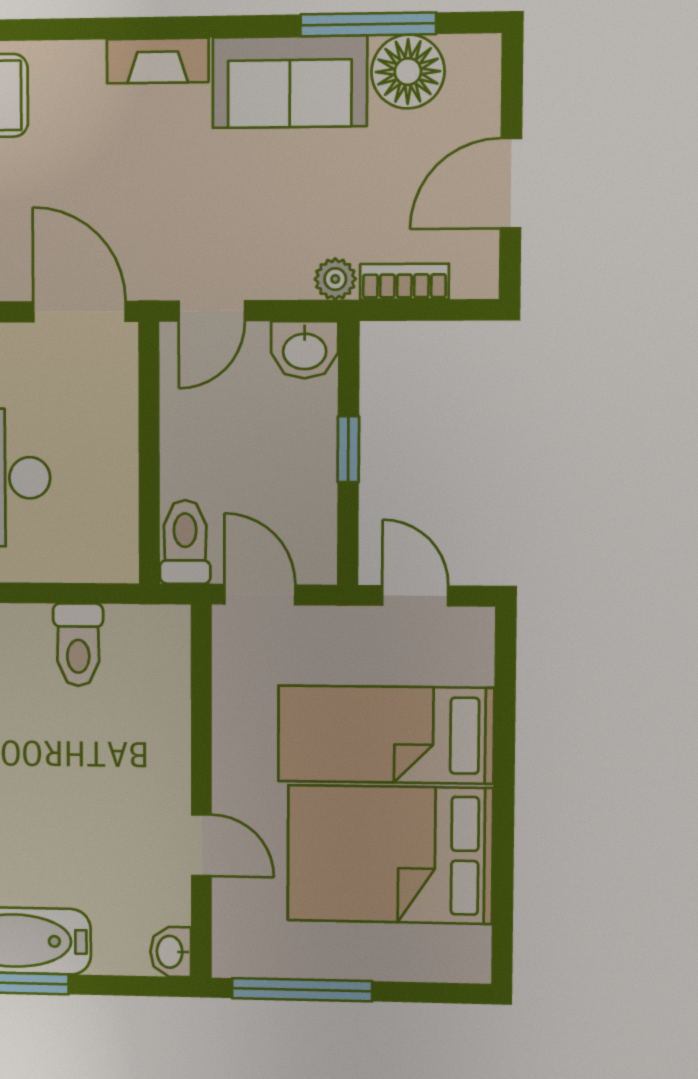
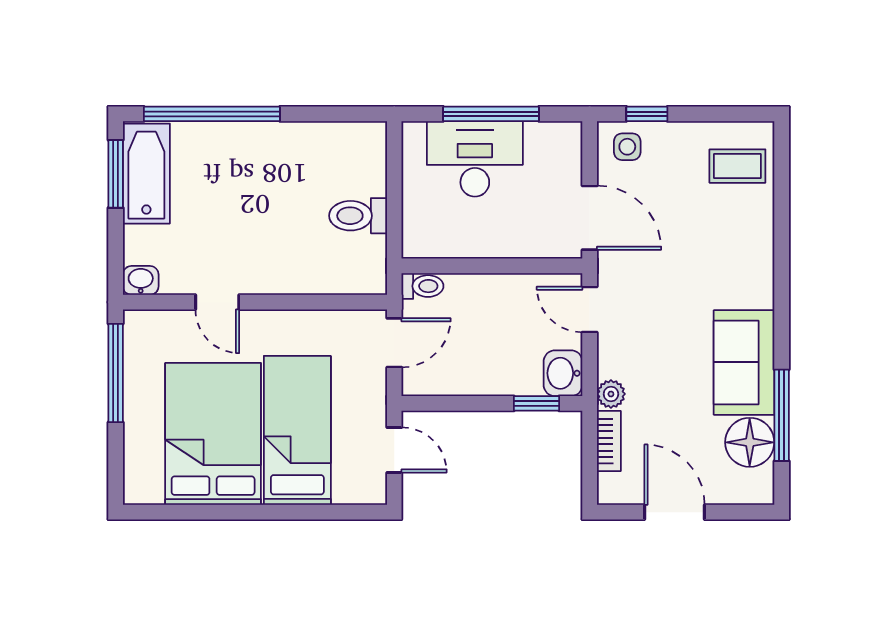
fireplace: (158, 61) -> (759, 272), removed
door: (79, 312) -> (590, 218), hinge flipped
window: (348, 449) -> (537, 403), moved
toilet: (185, 542) -> (422, 286), width x0.73, depth x0.72
door: (415, 596) -> (394, 450), hinge flipped
door: (201, 845) -> (217, 302), hinge flipped

